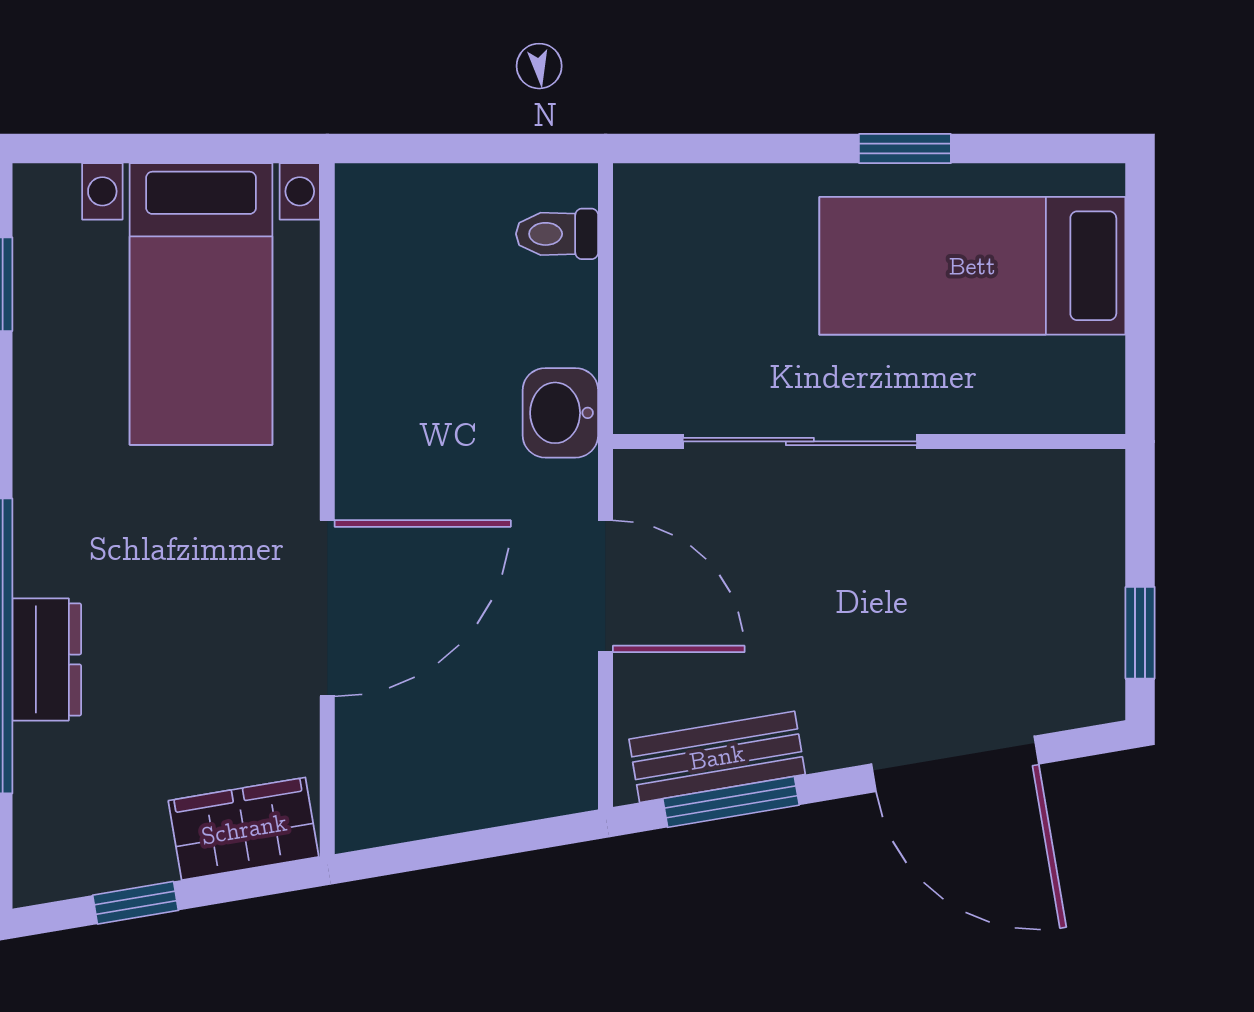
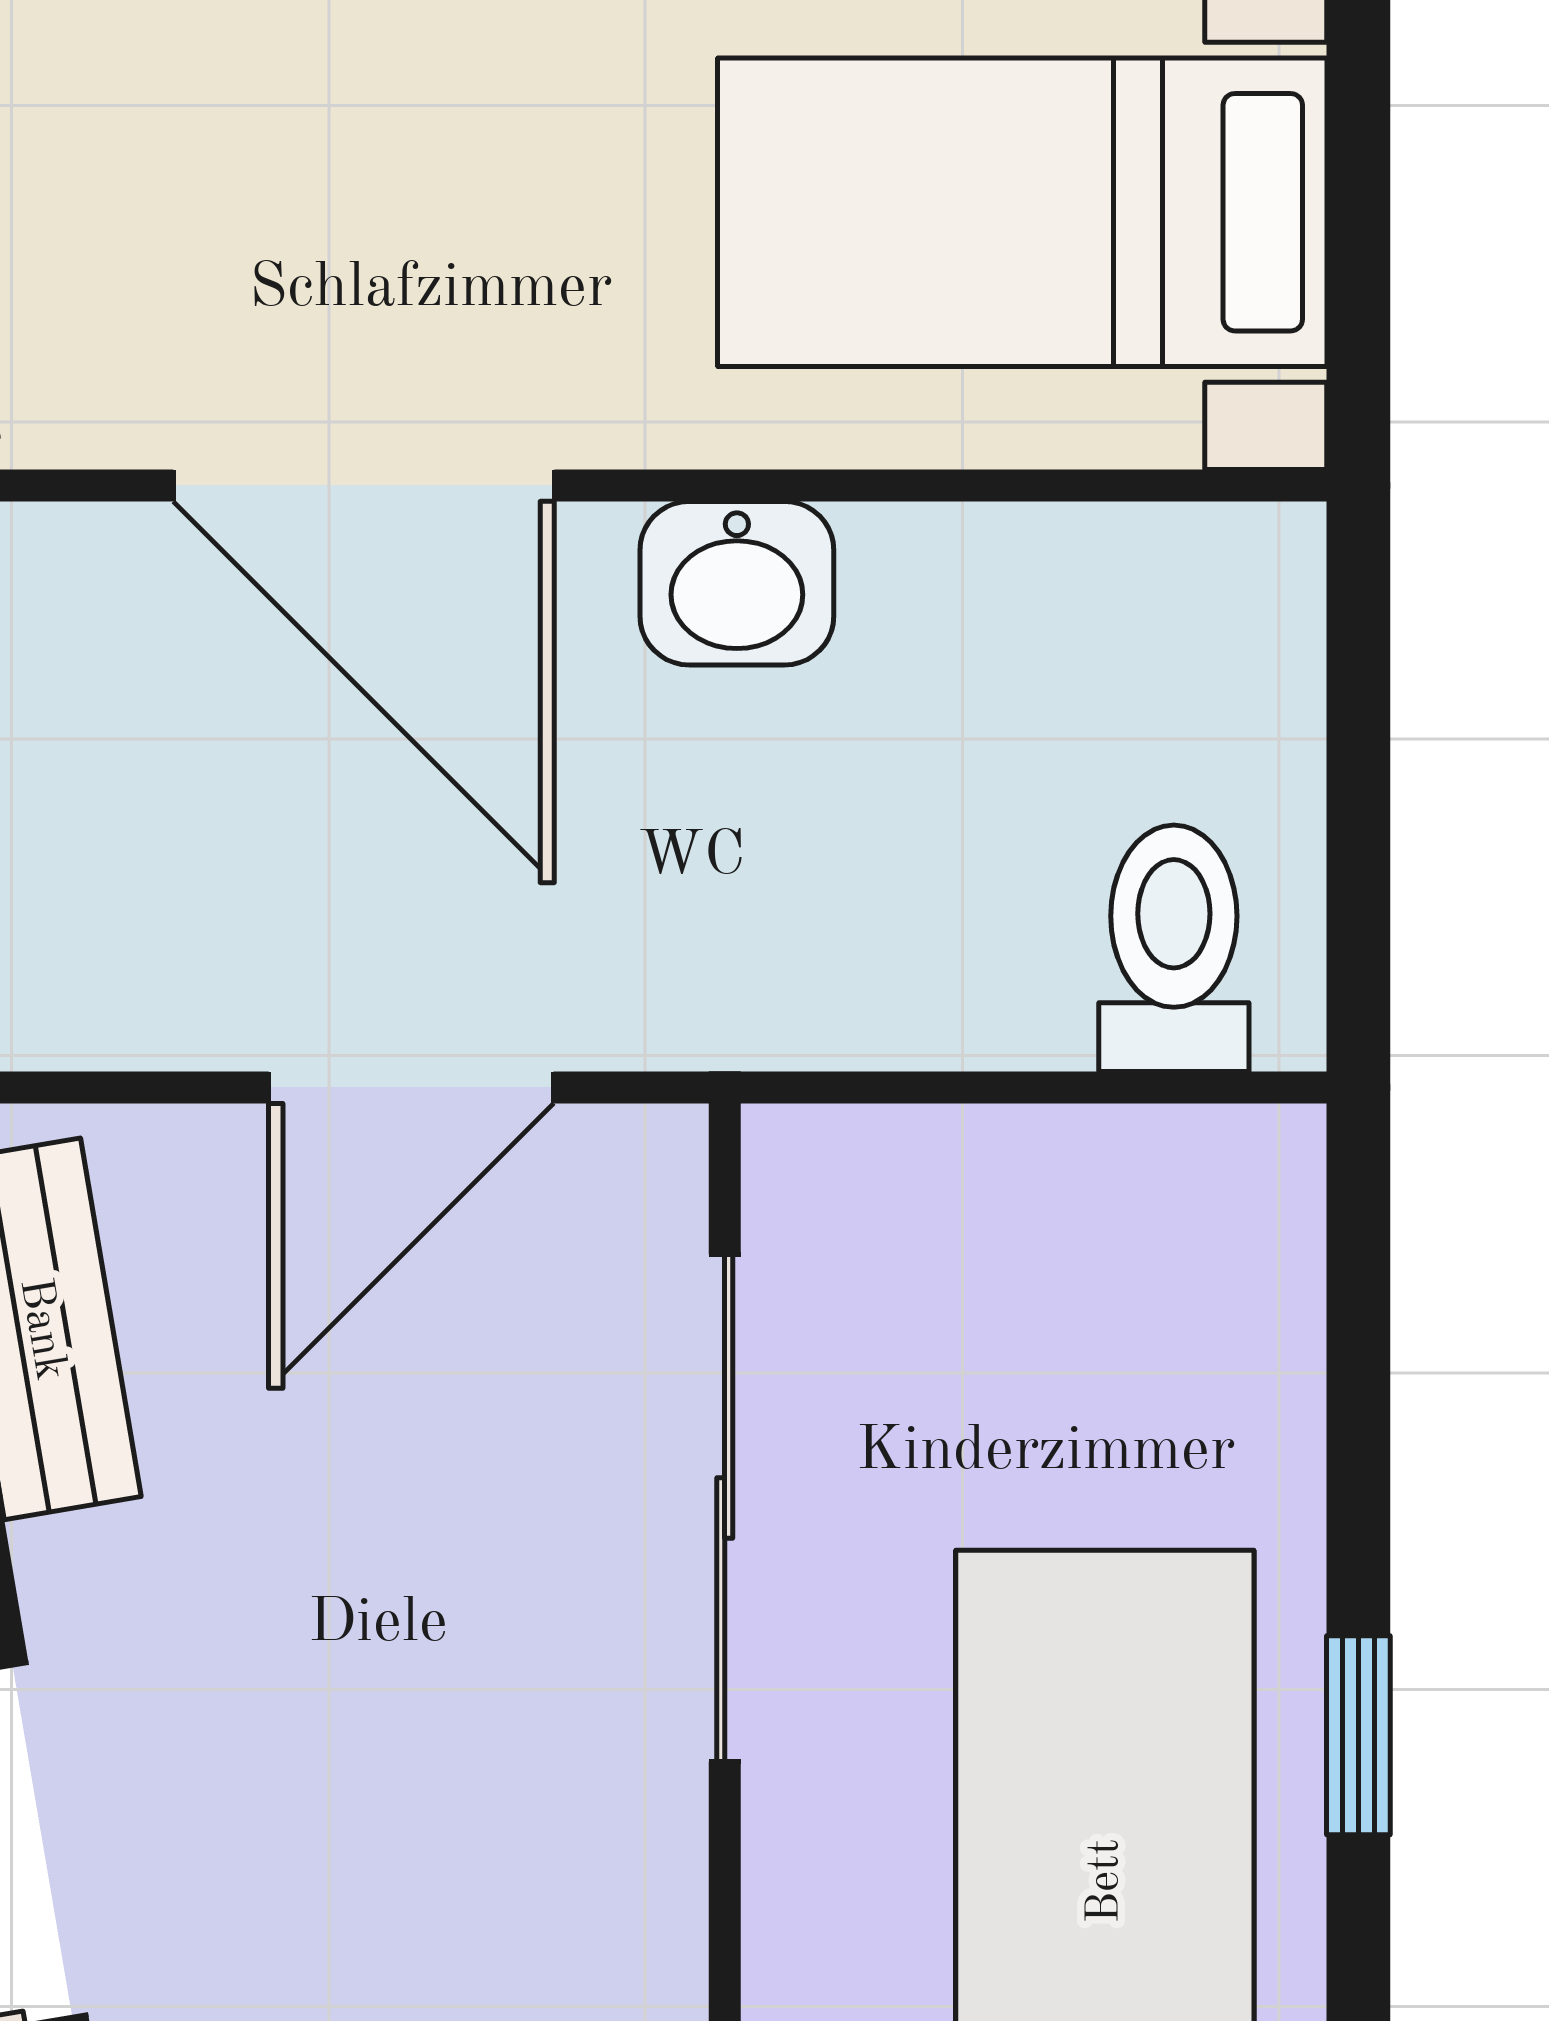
toilet: (557, 234) -> (1174, 948), width x1.37, depth x1.39
washbasin: (560, 413) -> (737, 583), moved, turned 180

